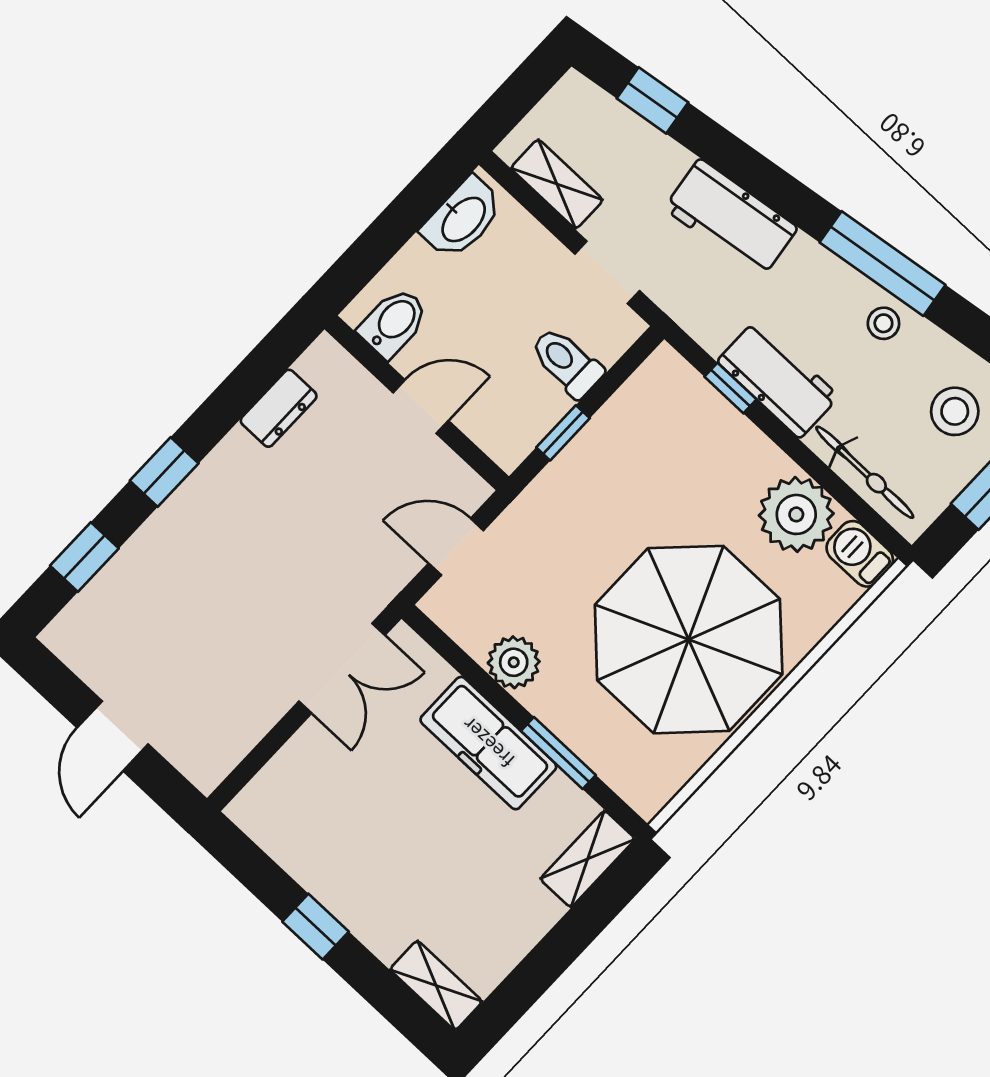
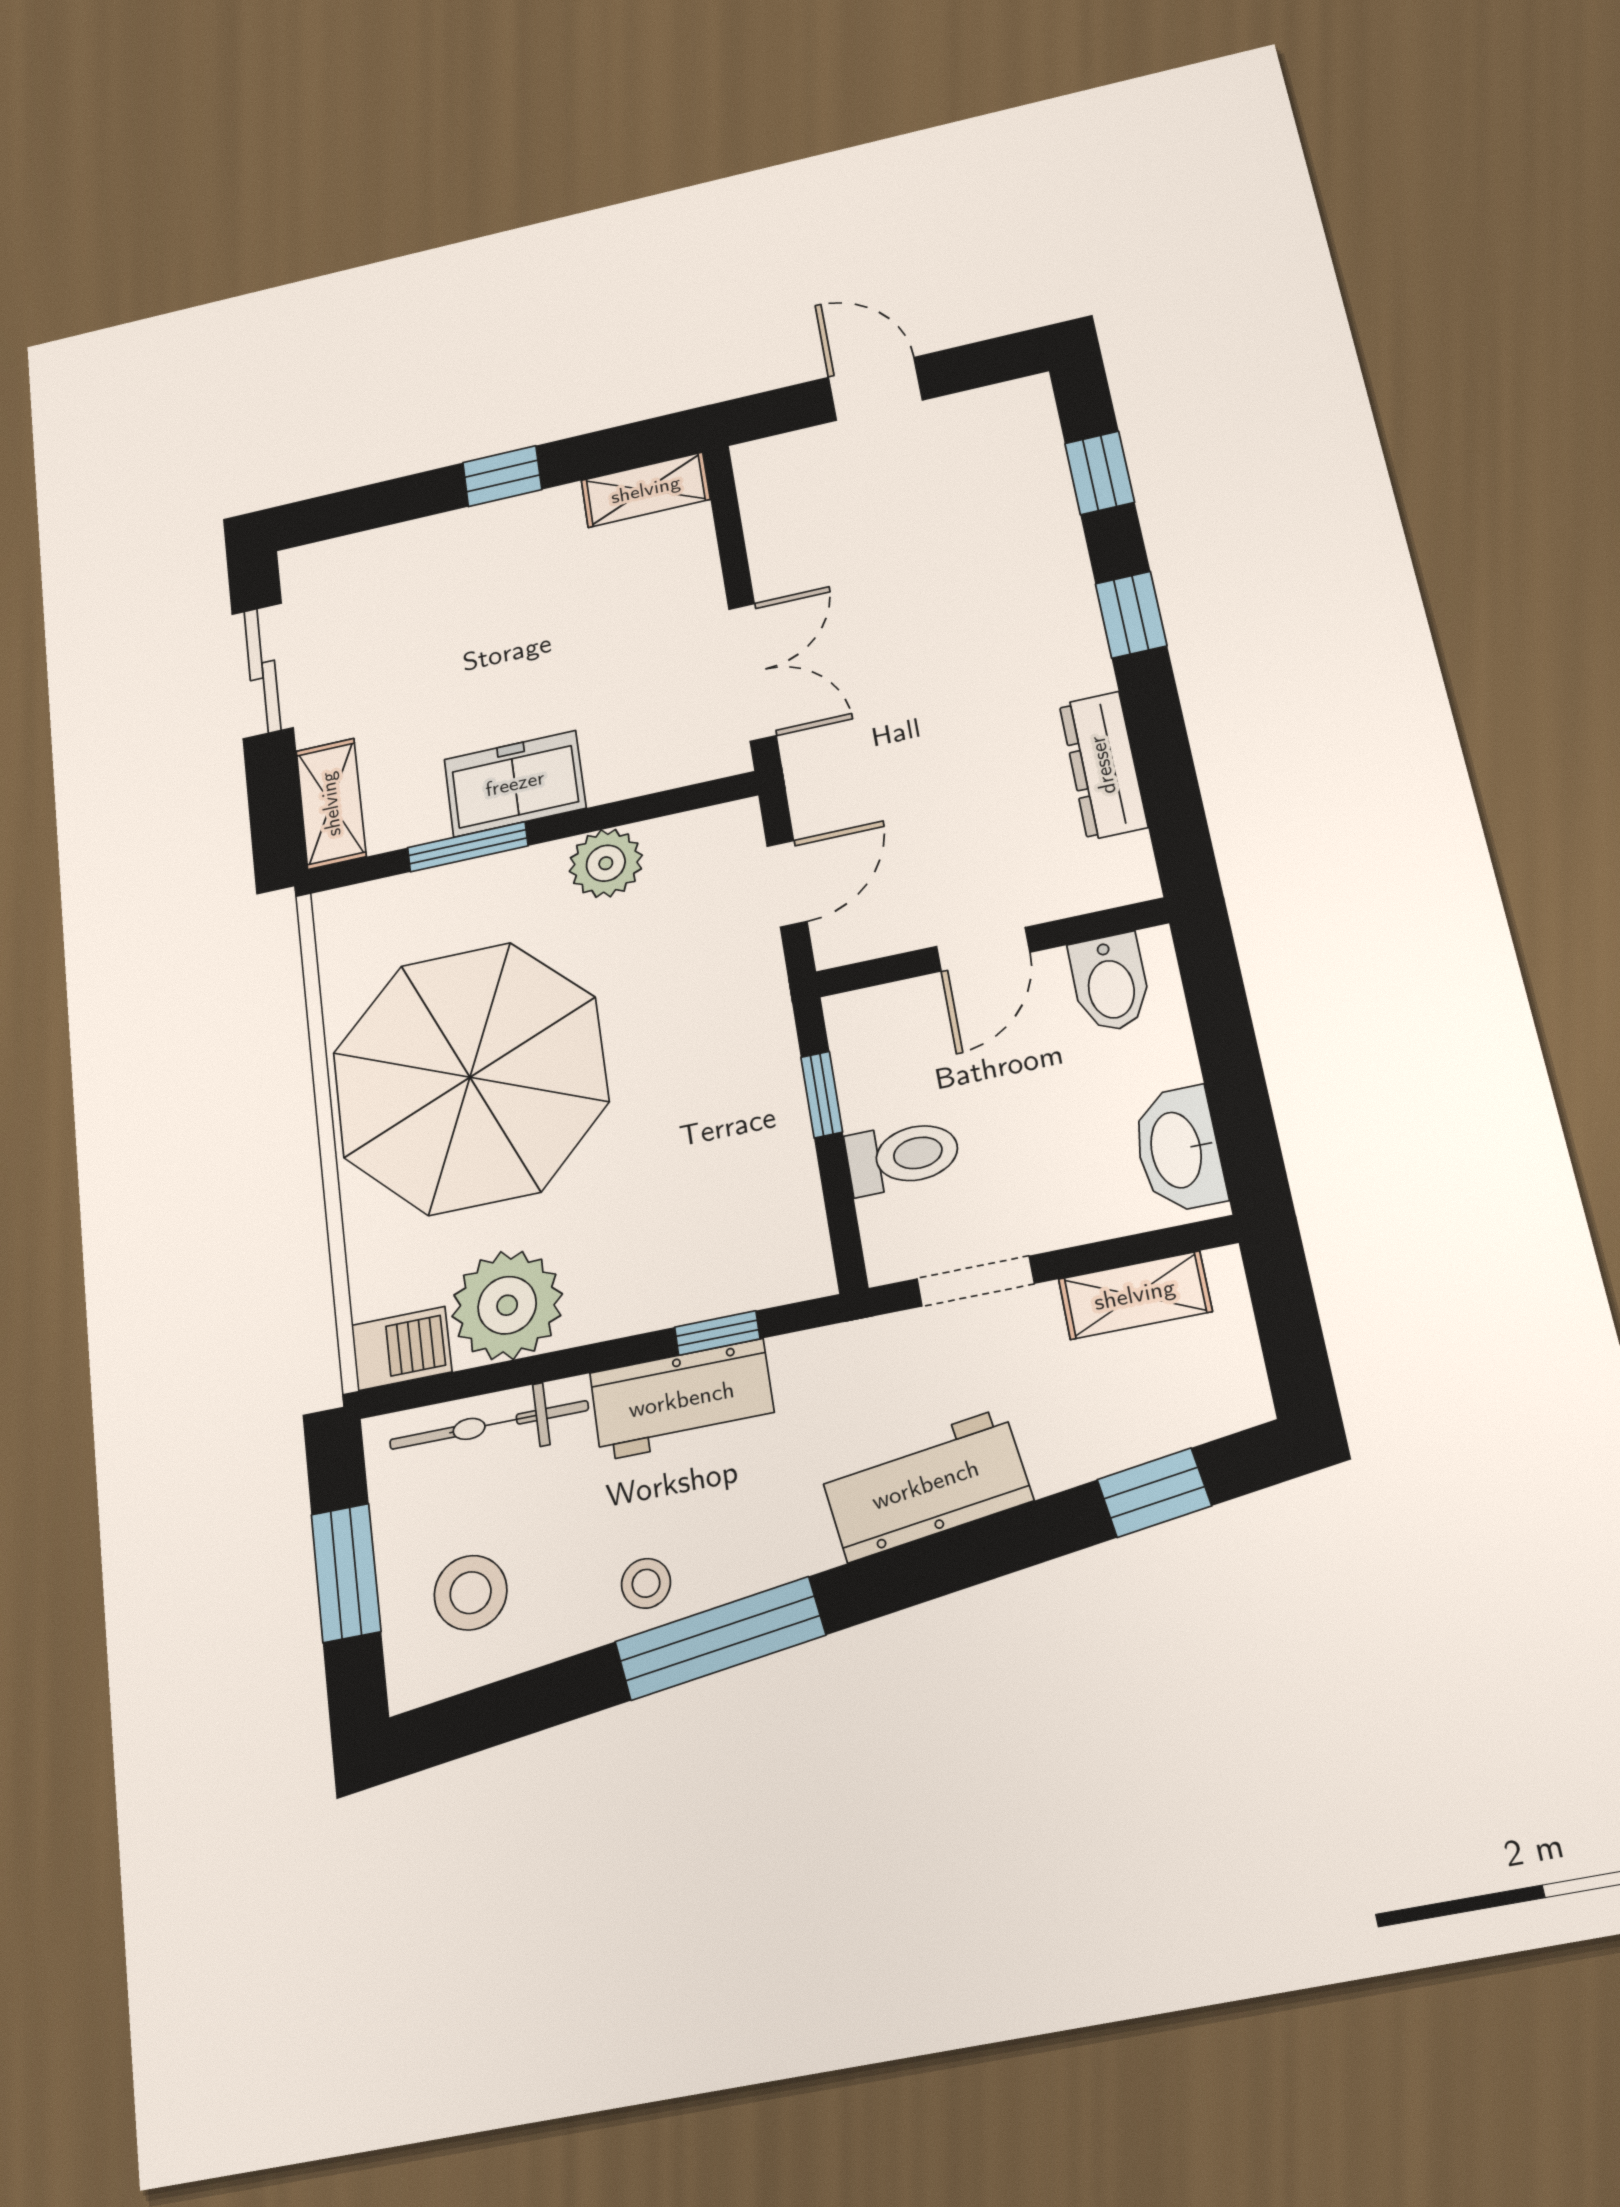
dresser: (279, 408) -> (1103, 765), width x1.44
double door: (342, 668) -> (752, 672), swing flipped
freezer: (488, 743) -> (515, 784), width x0.71
sliding door: (535, 974) -> (262, 670), added
shelving: (436, 985) -> (646, 490), moved

